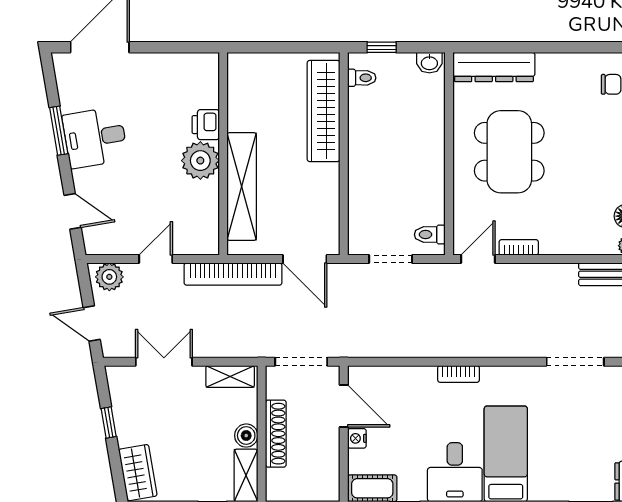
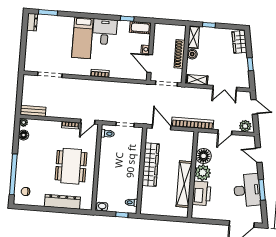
dresser: (494, 67) -> (62, 202), moved
wardrobe: (324, 111) -> (151, 165), moved
printer: (206, 125) -> (202, 193), width x1.87, depth x1.48
desk: (95, 137) -> (247, 190), width x1.37
shelving: (242, 187) -> (184, 184), moved
floor lamp: (201, 199) -> (204, 156), added

